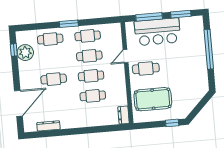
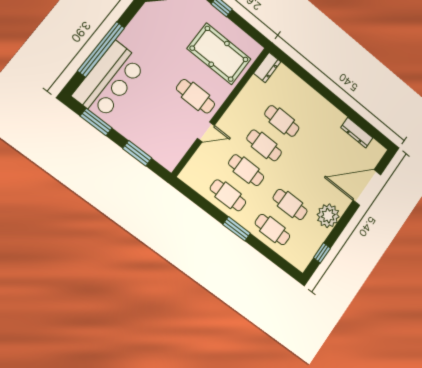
window: (149, 17) -> (137, 153), width x0.69
bar counter: (157, 32) -> (109, 80), moved, turned 90
plant: (25, 53) -> (328, 216), moved
cafe table: (54, 79) -> (290, 205), moved

